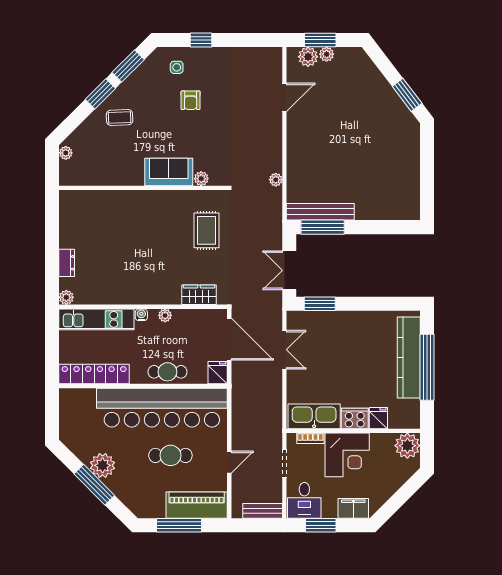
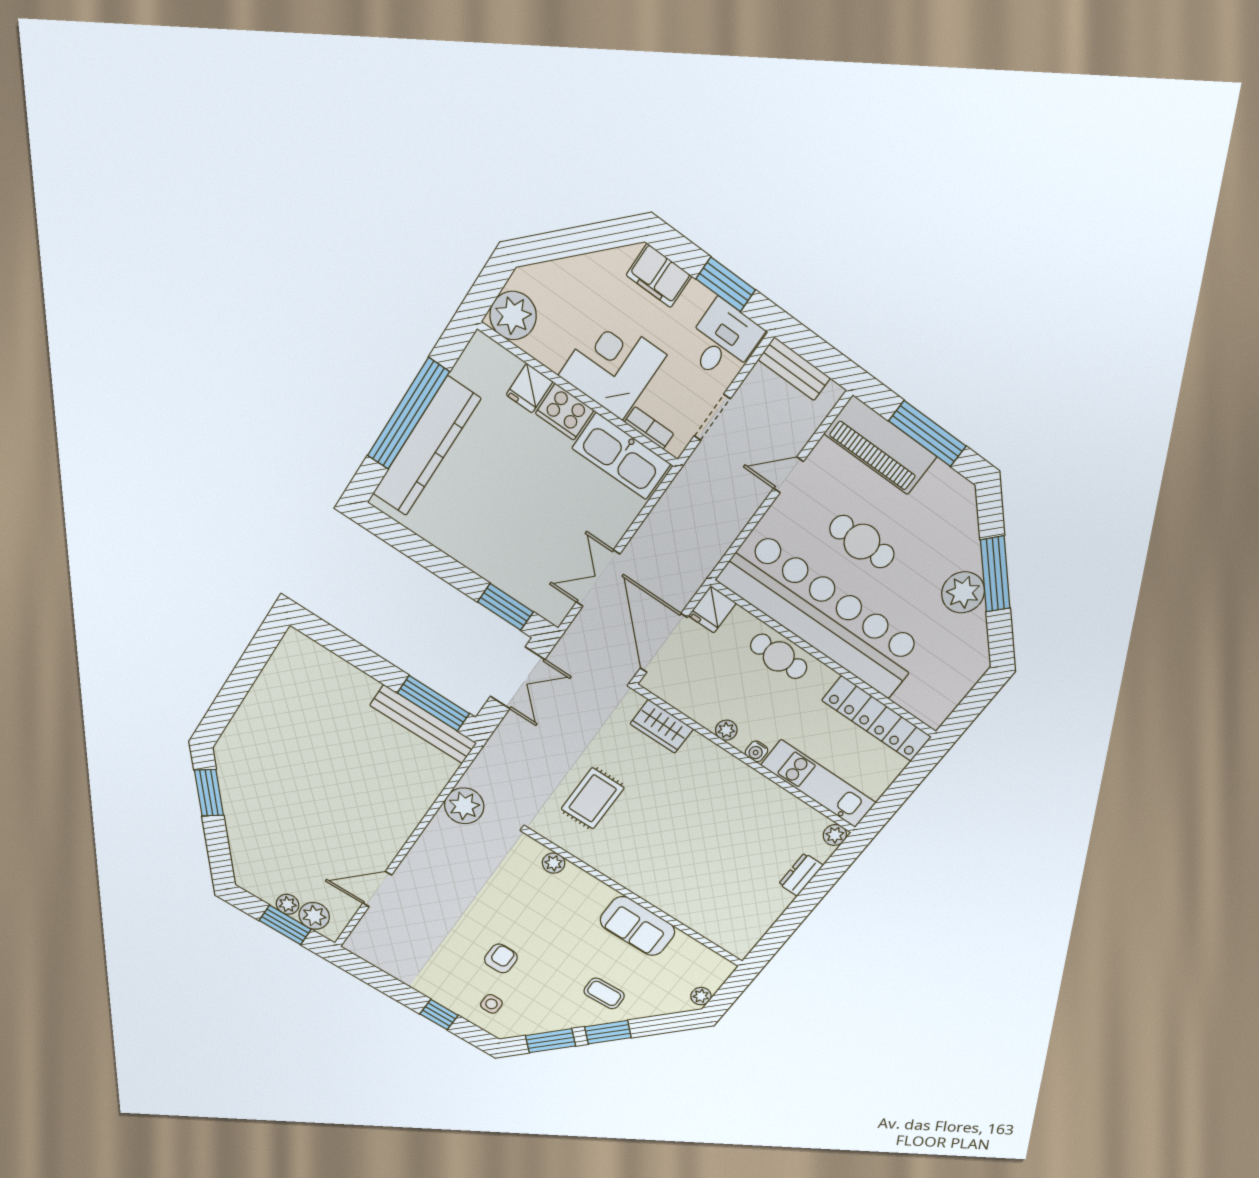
sofa: (169, 172) -> (638, 926), moved
plant: (276, 180) -> (464, 806), width x1.88, depth x1.88

